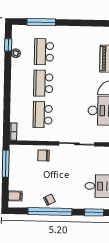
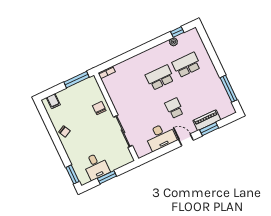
window: (41, 22) -> (229, 89), moved
school desk: (43, 115) -> (174, 108), moved, width x0.54
window: (50, 211) -> (55, 137), removed

